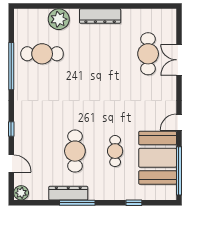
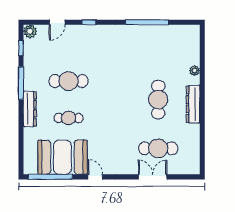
plant: (59, 19) -> (195, 71), width x0.53, depth x0.53
cafe table: (42, 54) -> (158, 100), moved
dresser: (68, 193) -> (30, 109), moved
window: (134, 203) -> (21, 48), moved

